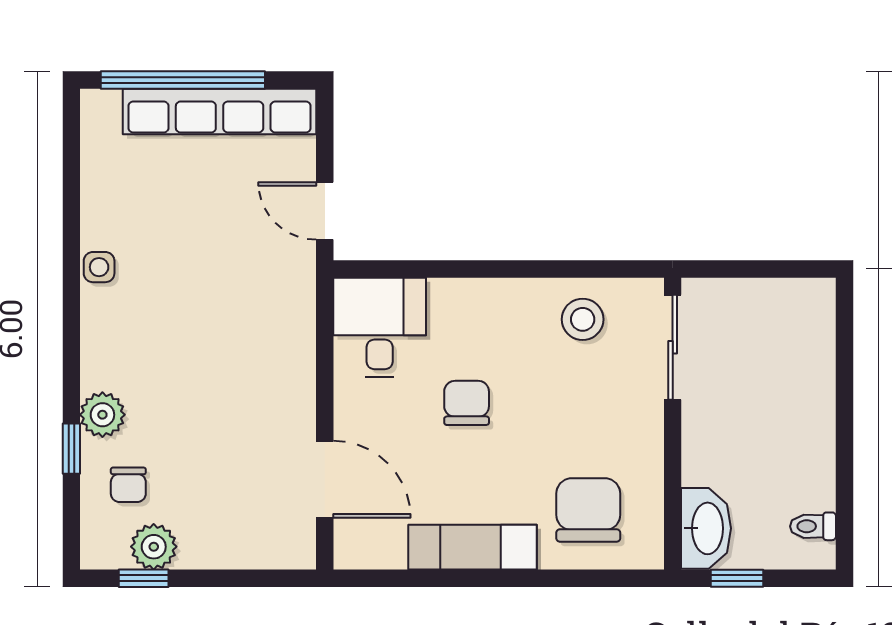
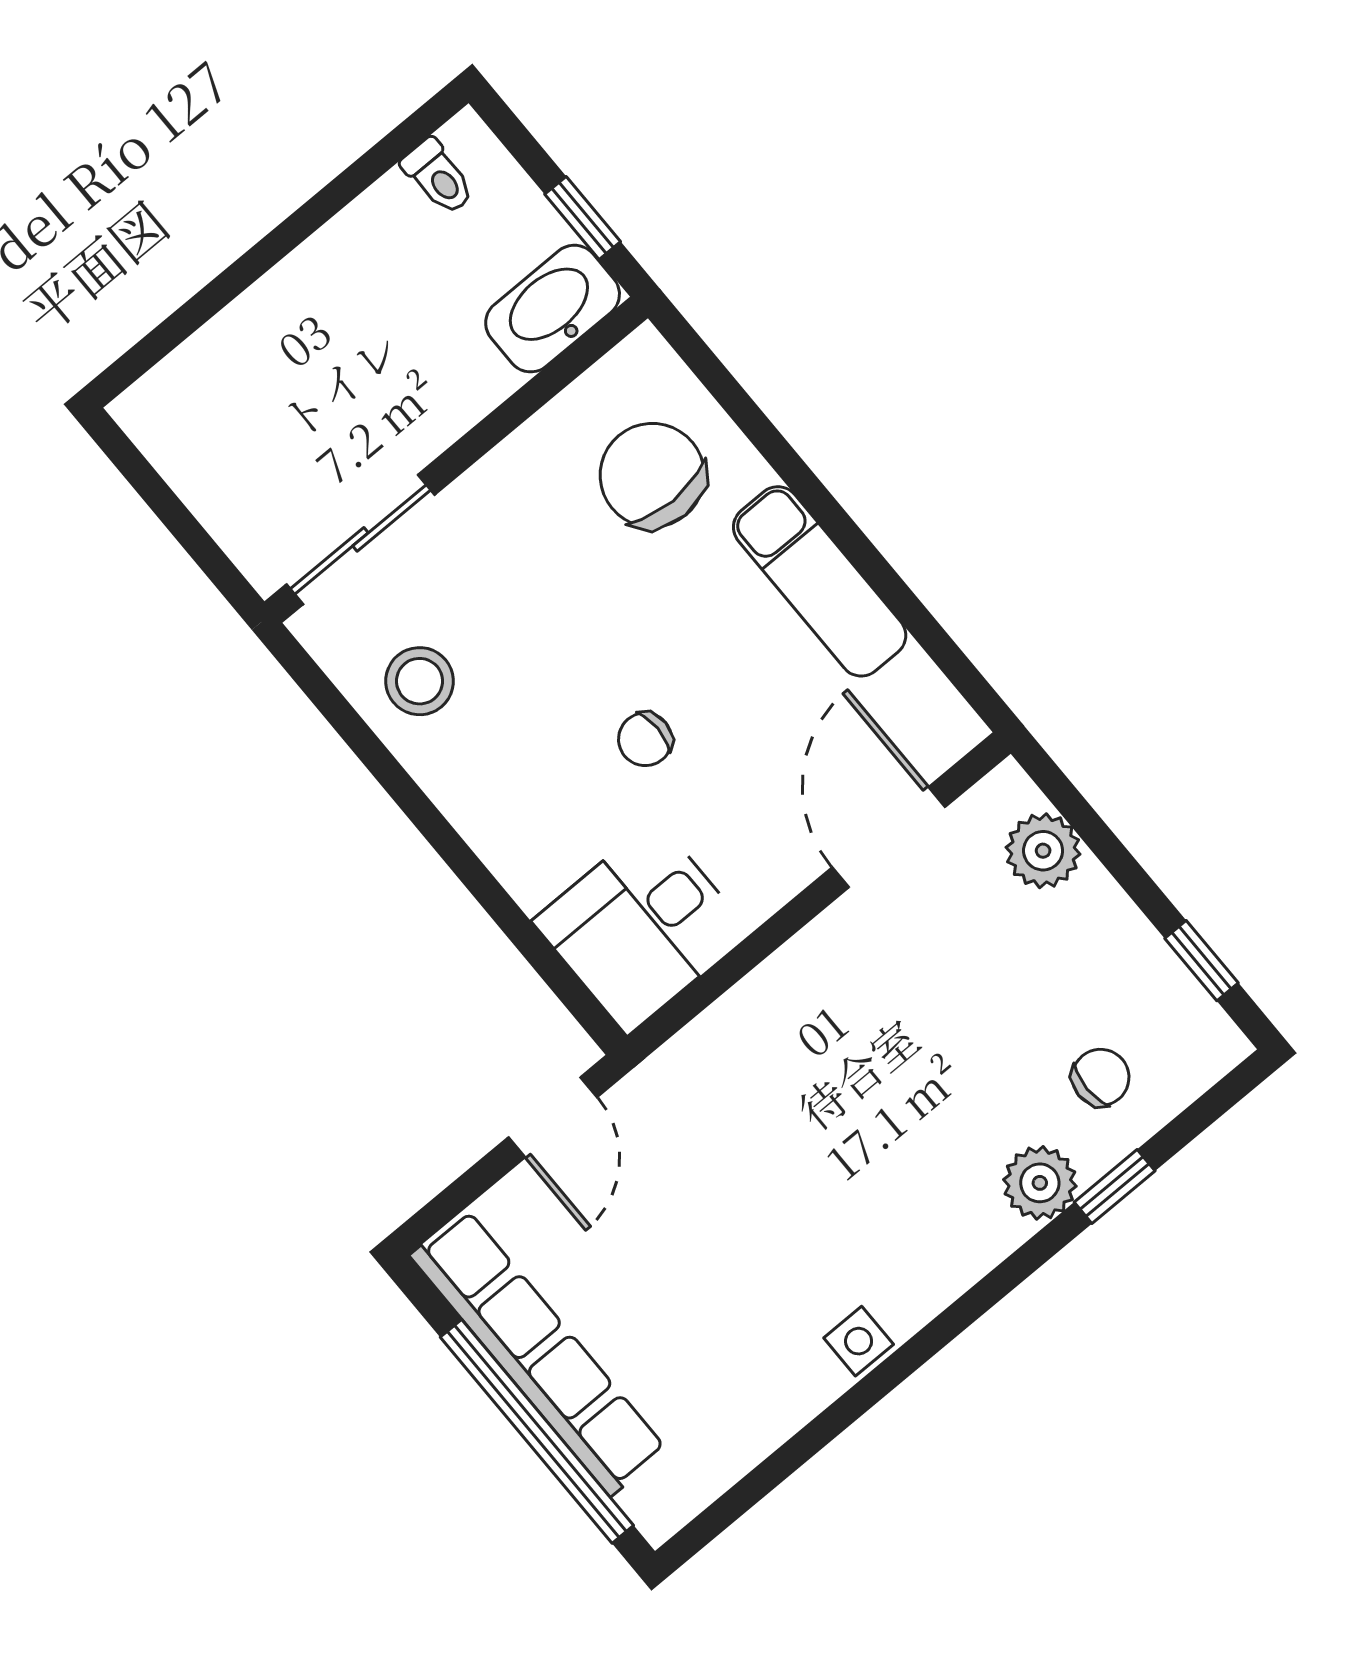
chair: (467, 403) -> (645, 739), width x0.73, depth x0.73
chair: (588, 510) -> (652, 475), turned 90
plant: (154, 547) -> (1043, 851), moved

